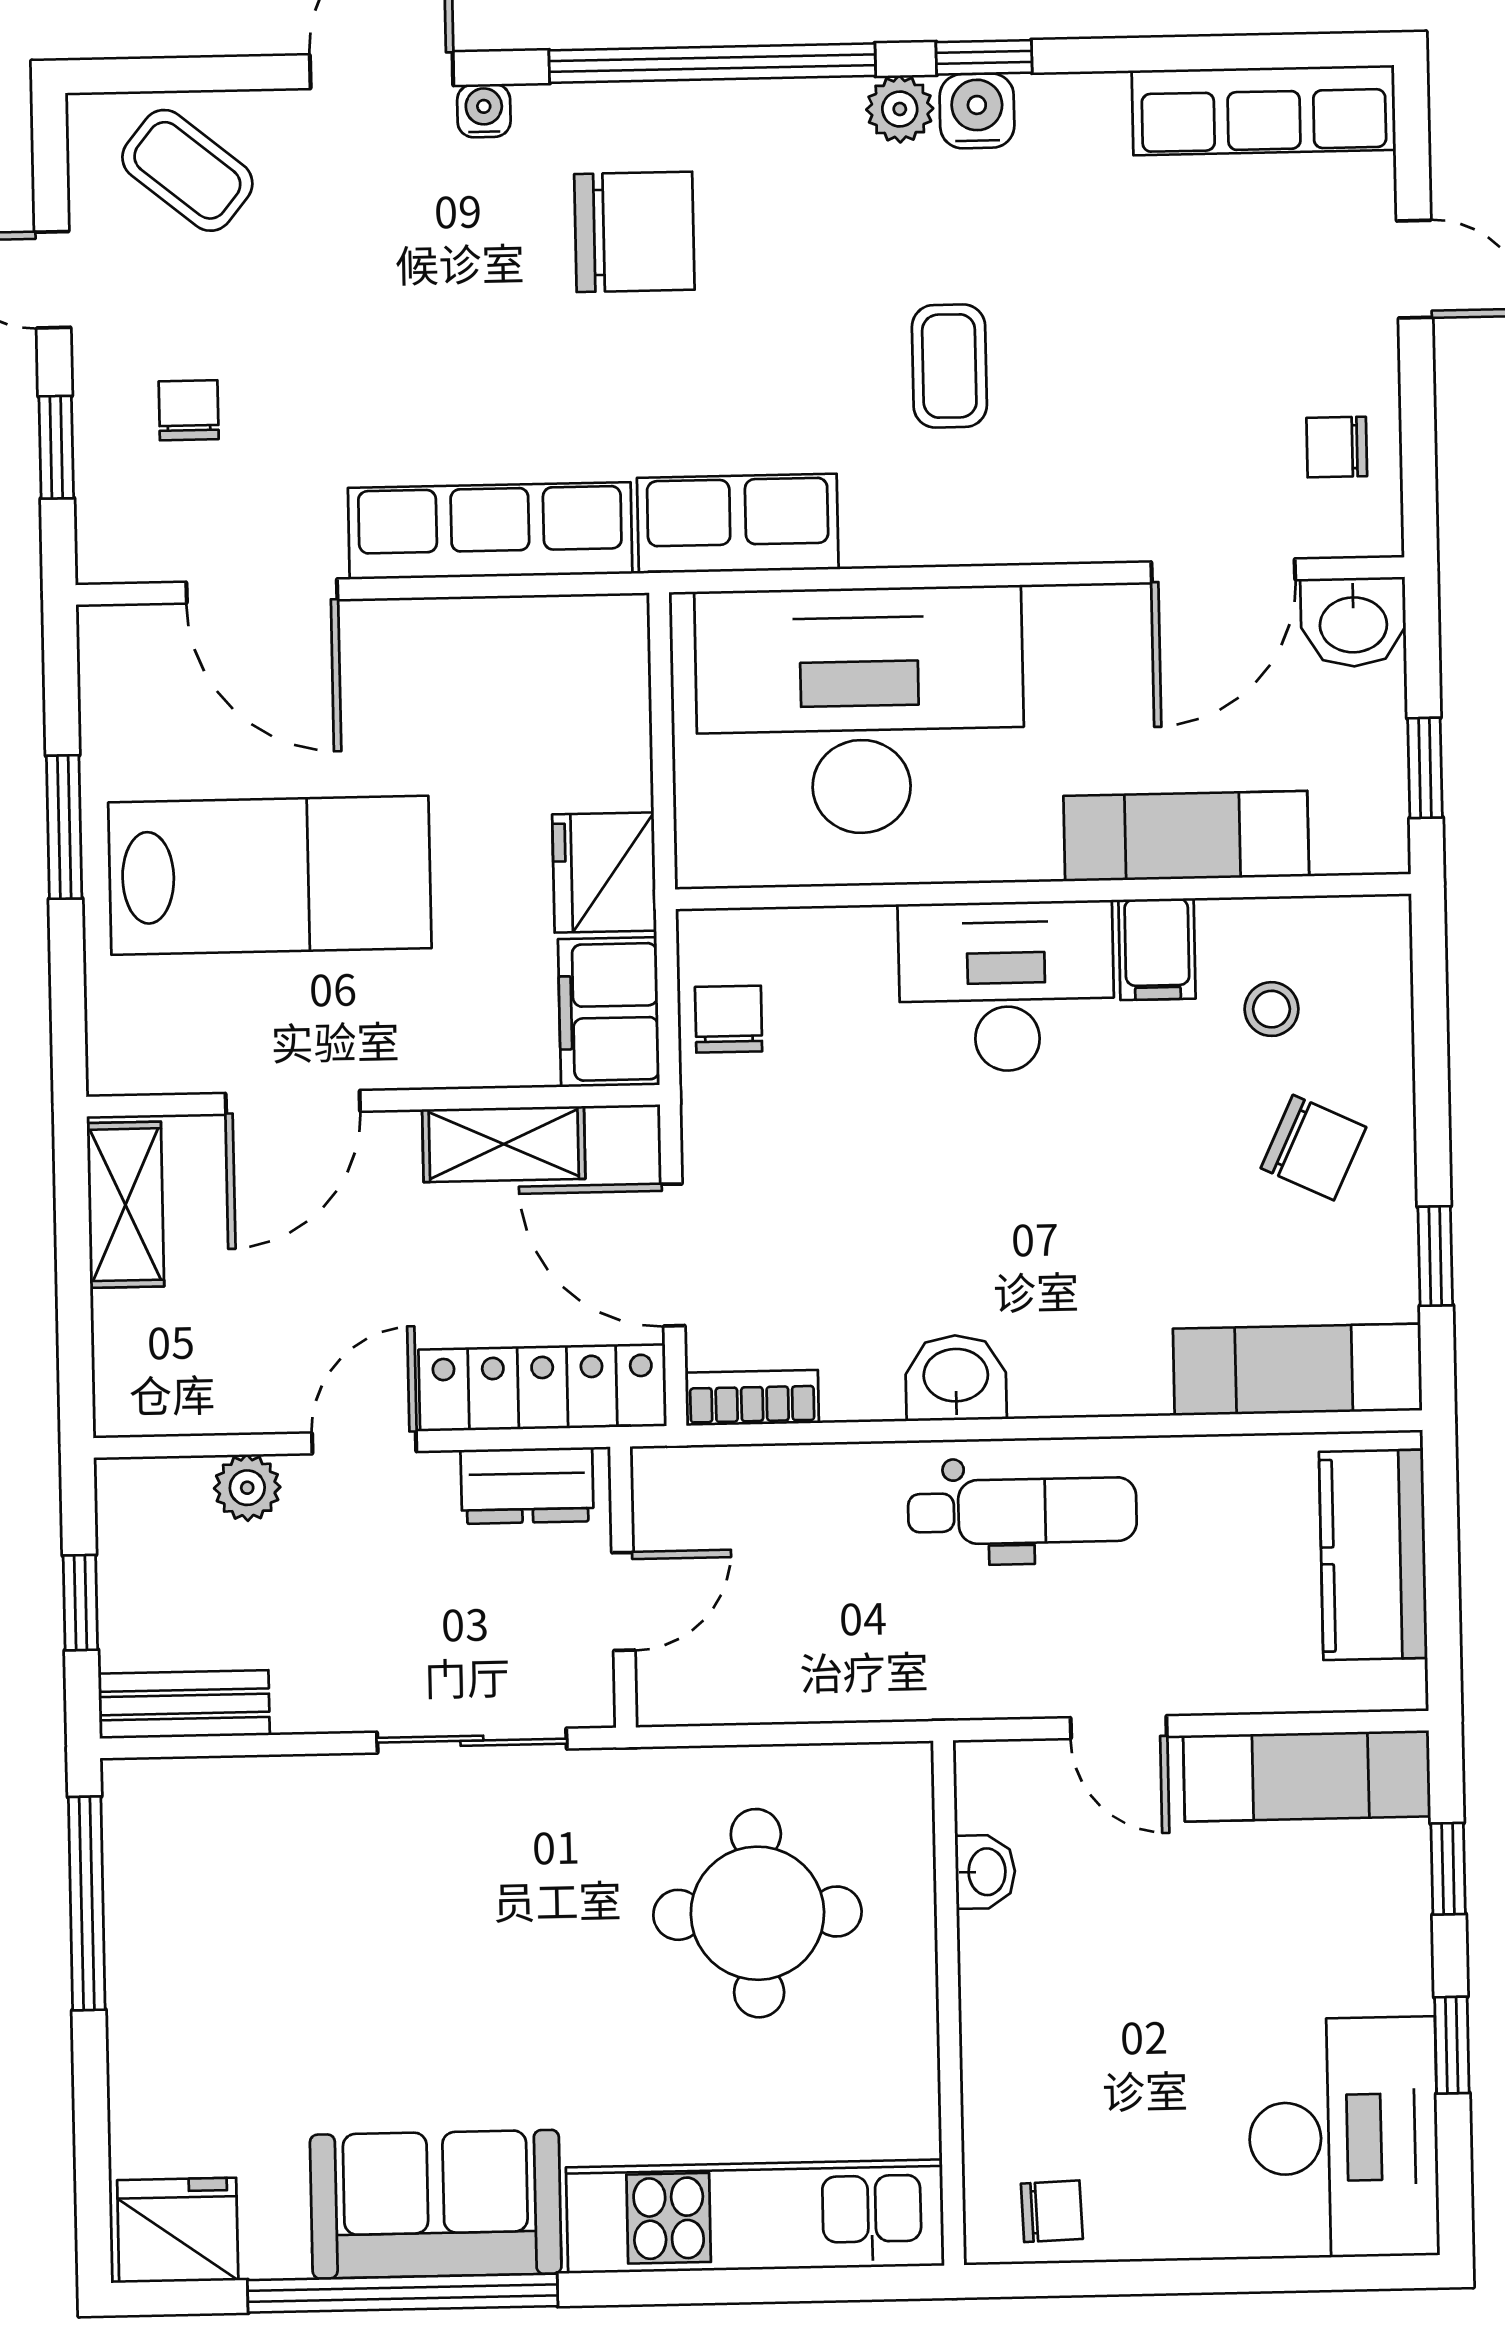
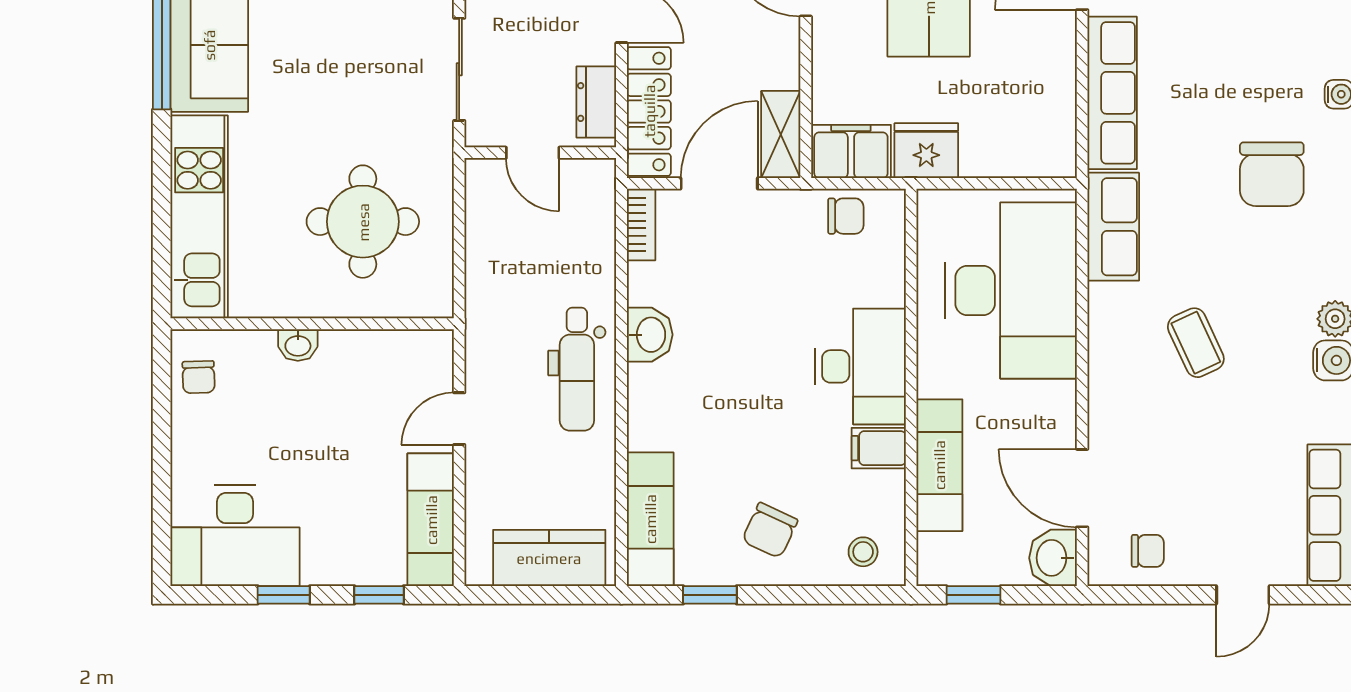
coffee table: (949, 366) -> (1196, 343), turned 65
chair: (1337, 447) -> (1148, 551), turned 90
stool: (1272, 1009) -> (863, 552), moved
shelving: (504, 1144) -> (781, 134), moved
washbasin: (985, 1872) -> (298, 345), moved

